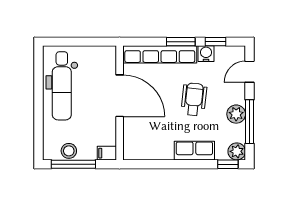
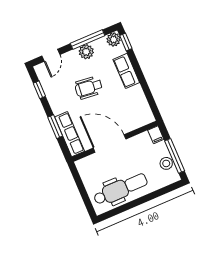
window: (181, 42) -> (55, 127), moved
row of seats: (160, 54) -> (70, 134), width x0.73
water cooler: (206, 54) -> (51, 93), removed
door: (250, 72) -> (51, 55), hinge flipped
door: (120, 96) -> (110, 143), hinge flipped

